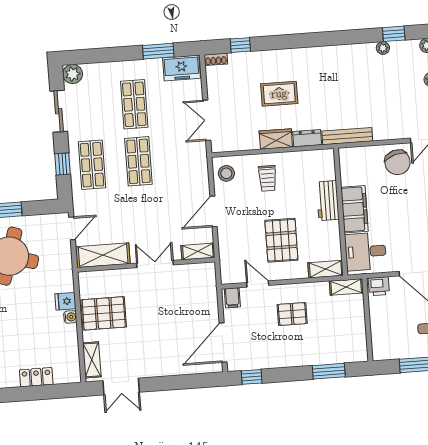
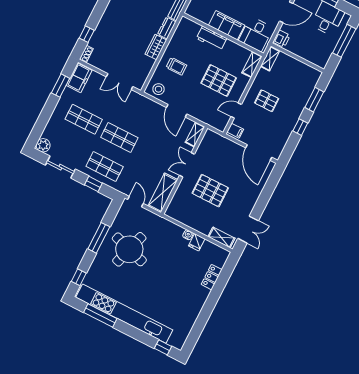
rug: (279, 94) -> (130, 29), removed
fridge: (65, 301) -> (197, 242), moved
pallet: (104, 313) -> (210, 191), moved, turned 90
pallet: (292, 314) -> (267, 101), turned 90
window: (252, 377) -> (300, 127), moved

